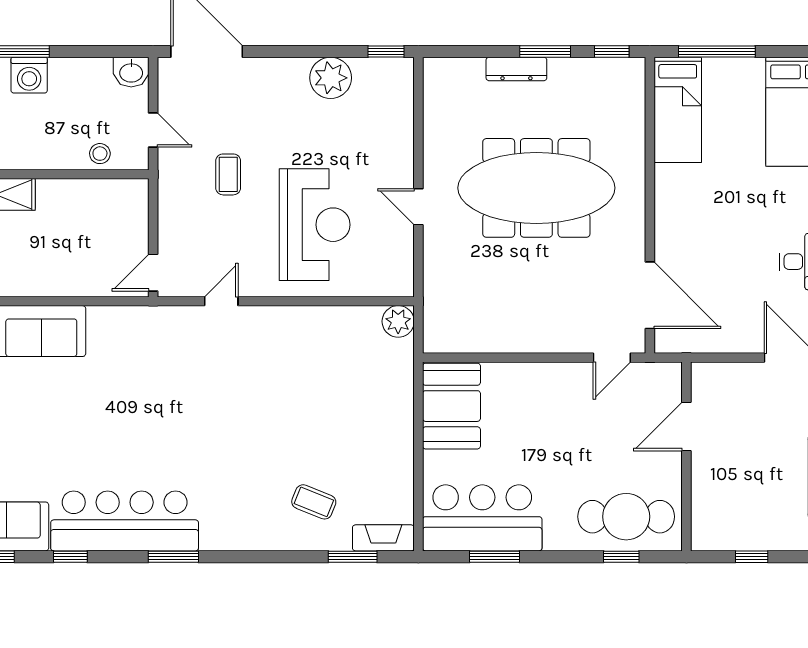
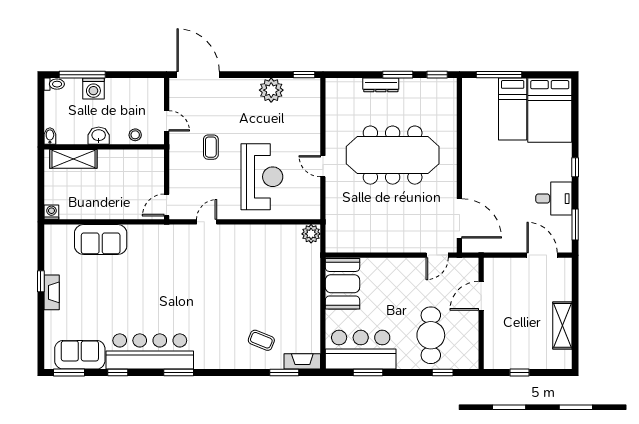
washbasin: (131, 72) -> (99, 136), moved, turned 180
bed: (678, 110) -> (513, 109), moved
cafe table: (626, 517) -> (431, 335), moved, turned 90

